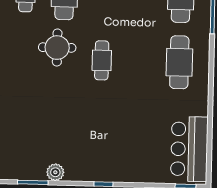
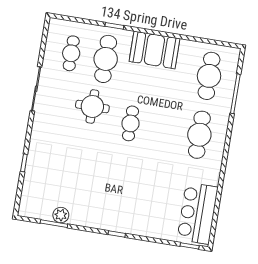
plant: (55, 172) -> (61, 215), moved

